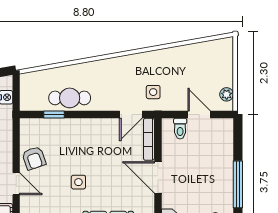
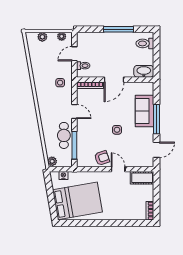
plant: (226, 64) -> (42, 37), added
plant: (29, 79) -> (52, 161), added
window: (54, 115) -> (74, 145), width x2.17
door: (131, 115) -> (74, 112), moved
door: (16, 184) -> (118, 169), hinge flipped

